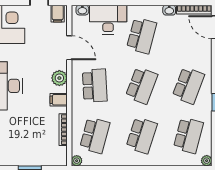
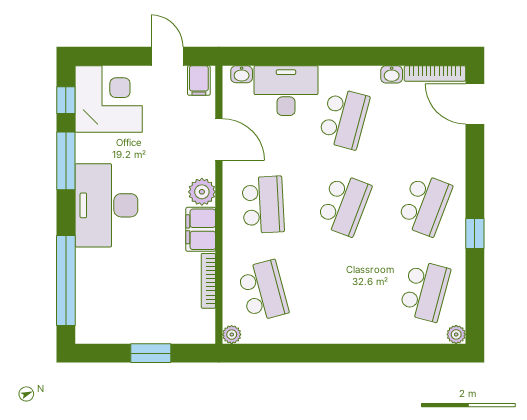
filing cabinet: (59, 100) -> (201, 229), width x2.00
school desk: (95, 135) -> (263, 291), turned -30
school desk: (142, 135) -> (344, 291), removed

